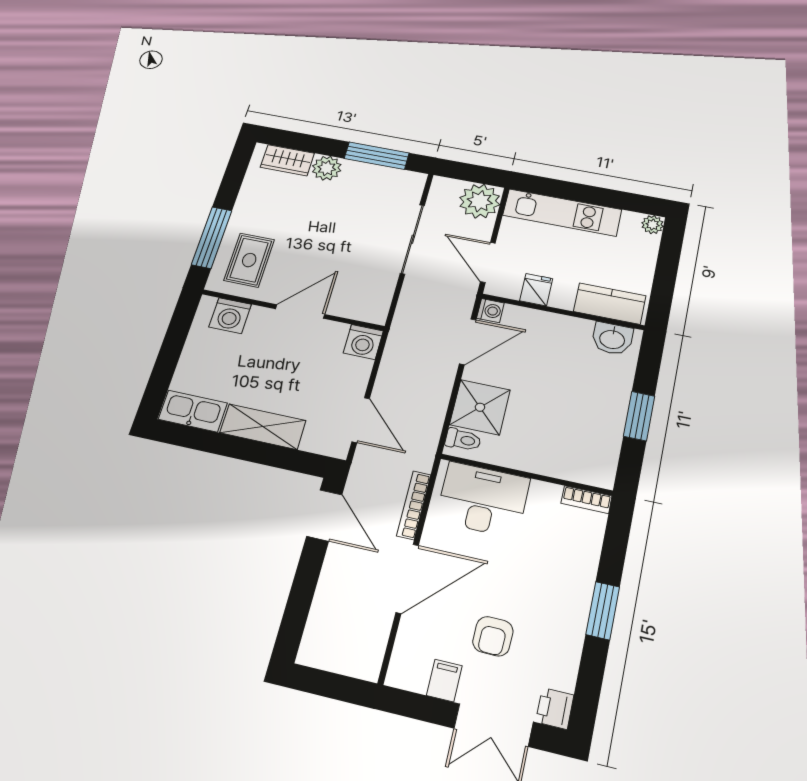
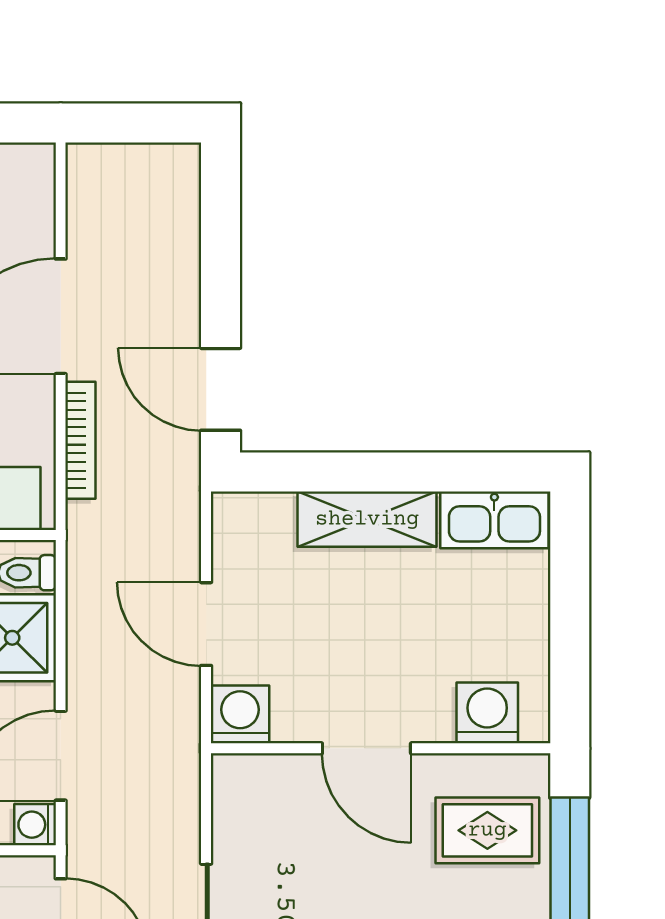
rug: (249, 260) -> (487, 830), turned 90
door: (300, 312) -> (366, 748), hinge flipped
door: (361, 420) -> (206, 624), moved

